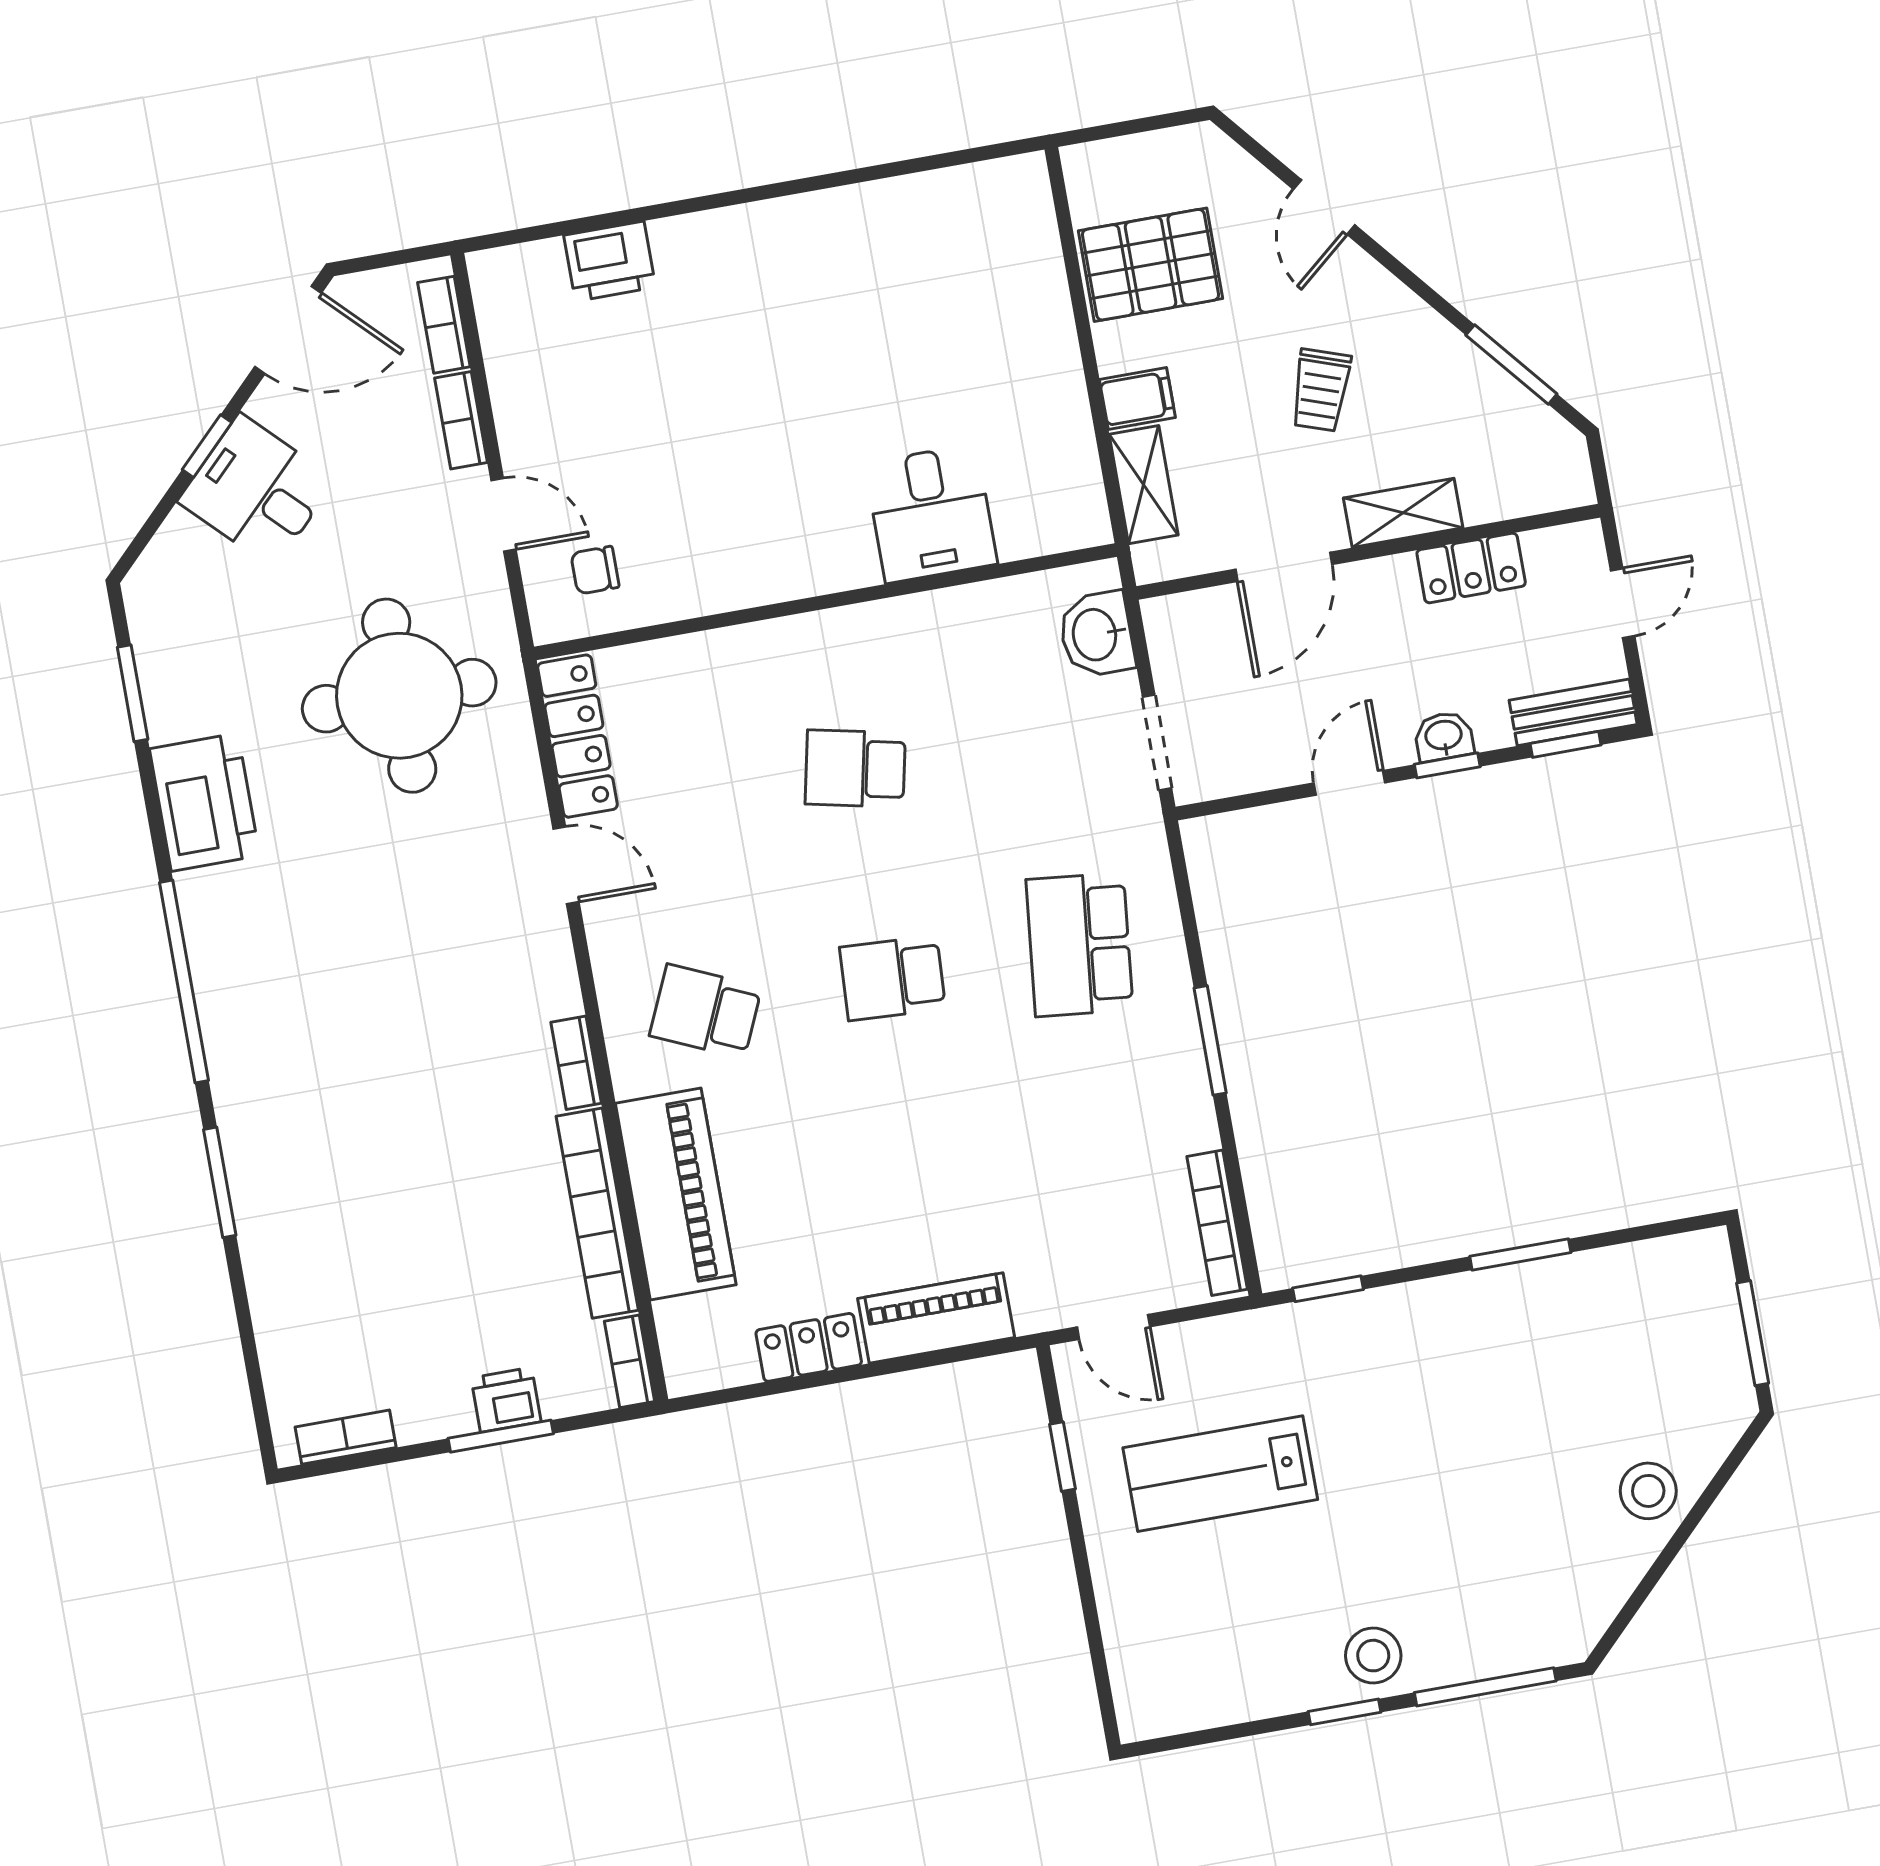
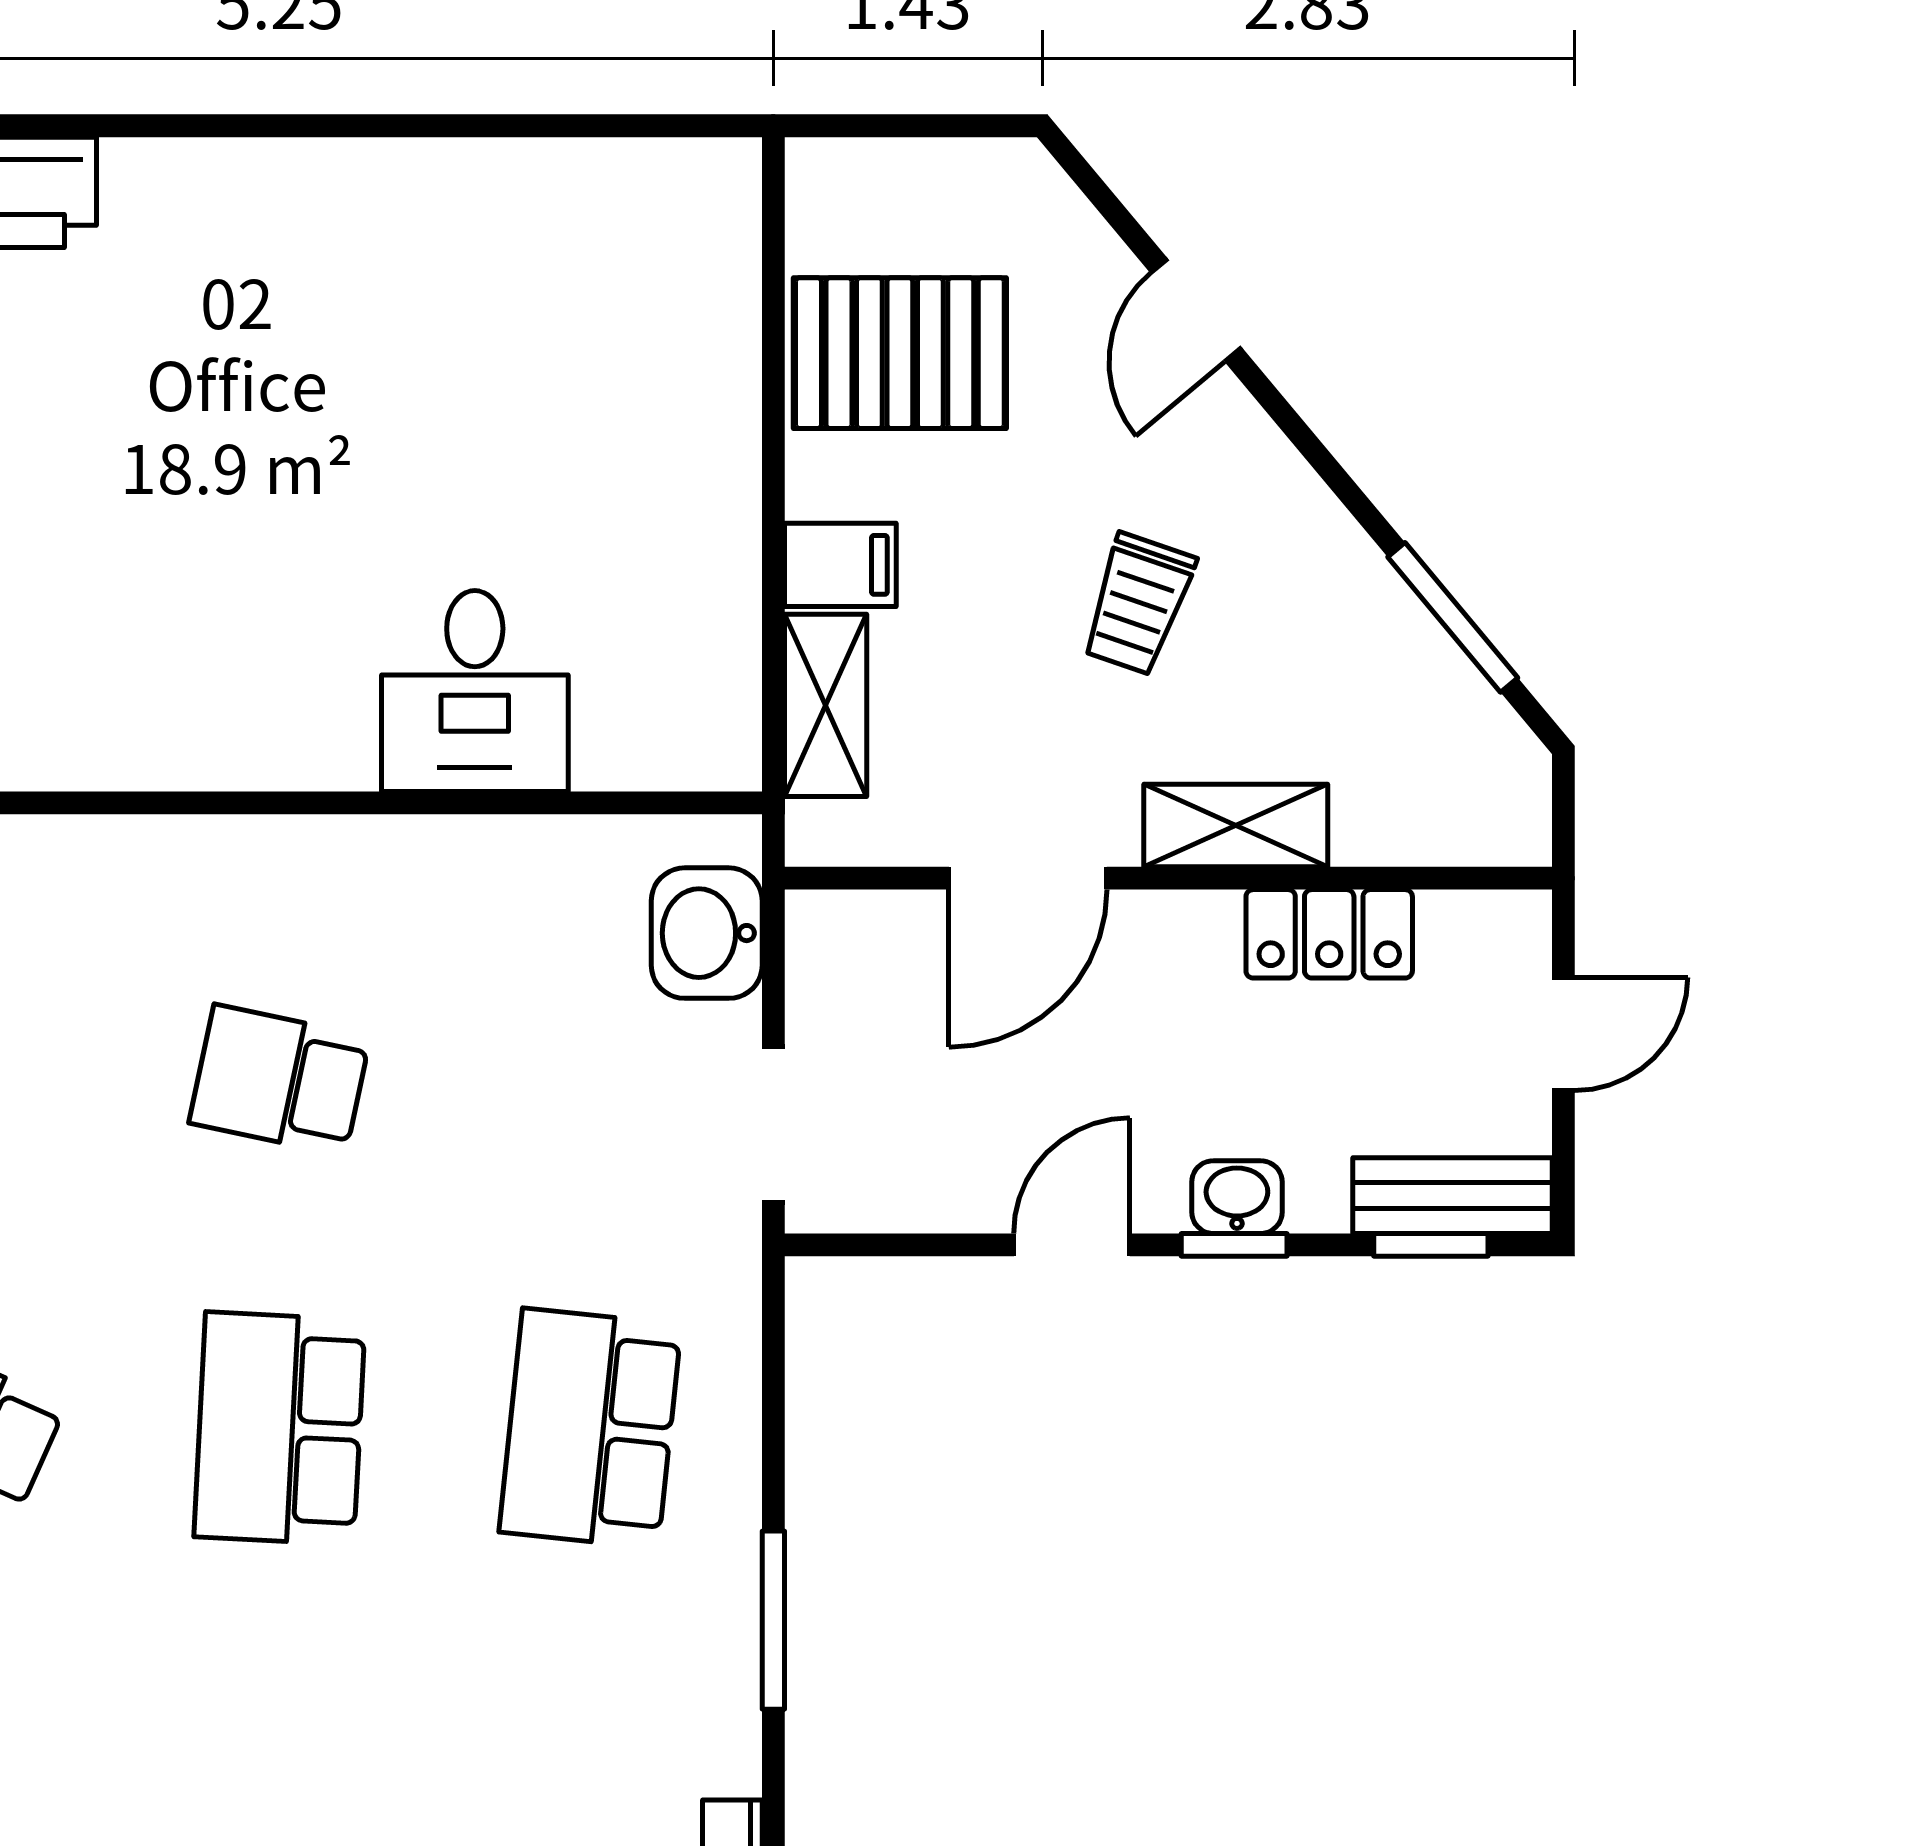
school desk: (893, 978) -> (280, 1428), width x1.85

